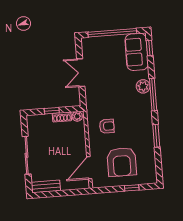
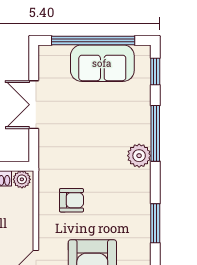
sofa: (137, 52) -> (102, 63), moved, turned -90
plant: (143, 86) -> (139, 156), moved
window: (153, 95) -> (155, 133), moved

